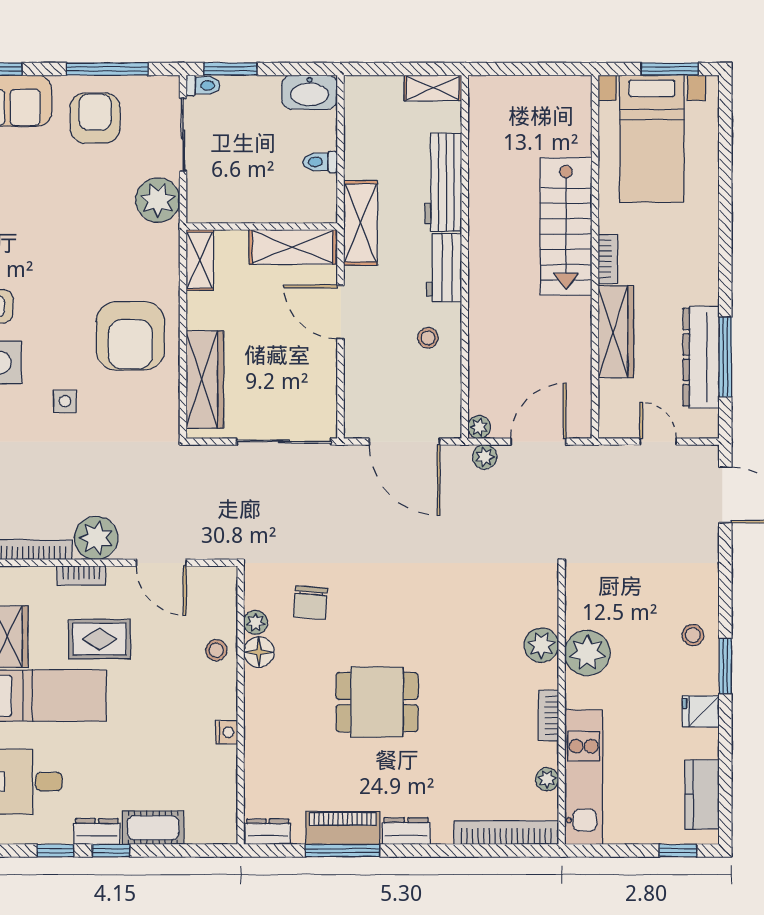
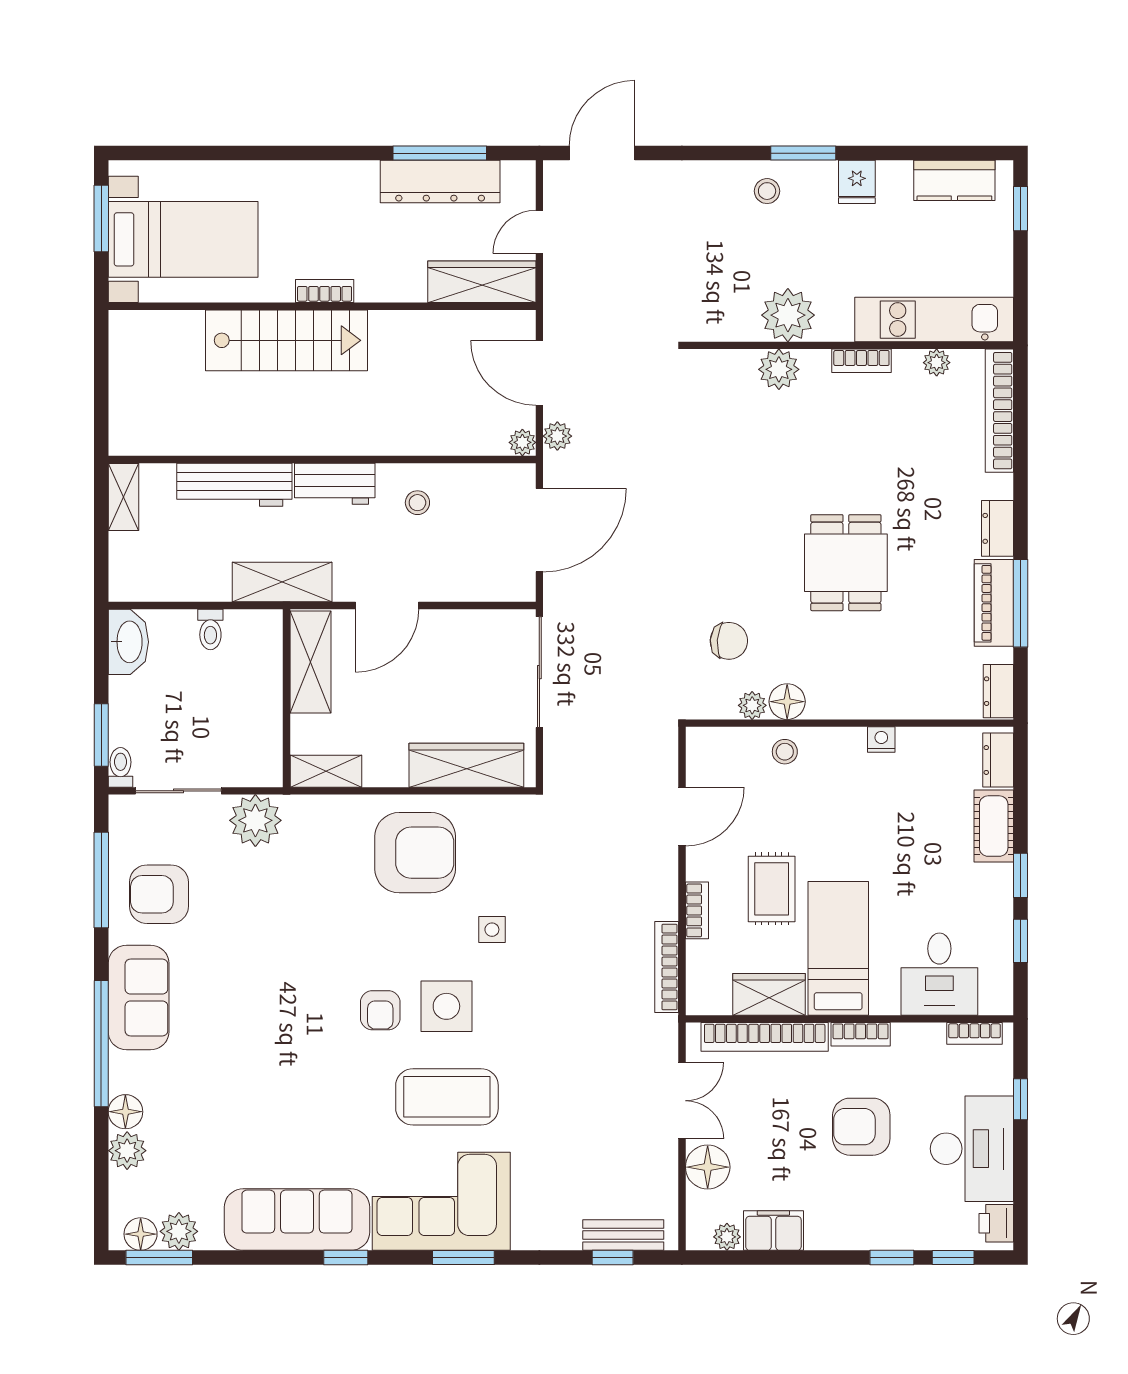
wardrobe: (616, 332) -> (482, 282), moved
plant: (96, 538) -> (653, 893), removed
dresser: (97, 832) -> (998, 760), moved

